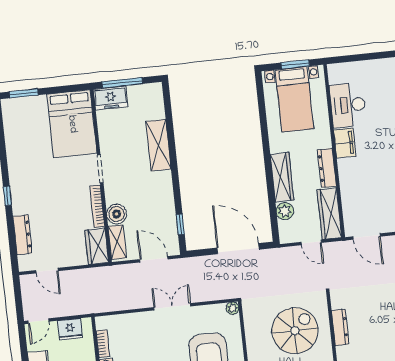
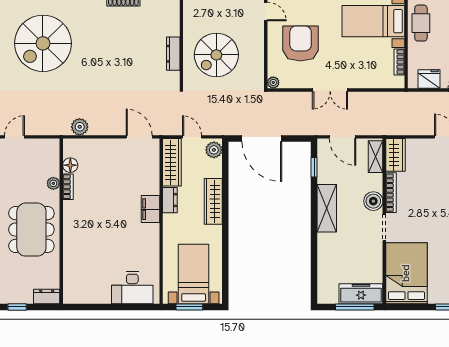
freezer: (111, 98) -> (361, 294), width x1.40
desk: (348, 105) -> (132, 288), moved, turned 90
filing cabinet: (345, 143) -> (150, 209), moved
shelving: (158, 145) -> (327, 208), moved
dresser: (327, 168) -> (170, 200), width x0.70
plant: (285, 211) -> (214, 150), moved
boiler: (117, 214) -> (373, 201), moved

